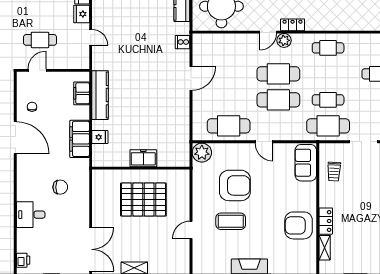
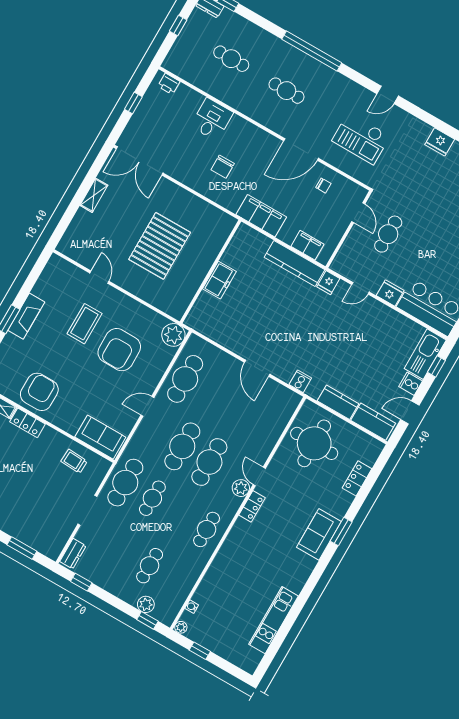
fridge: (100, 137) -> (328, 283), moved
freezer: (143, 158) -> (219, 280), moved
wall: (141, 168) -> (210, 271), moved

